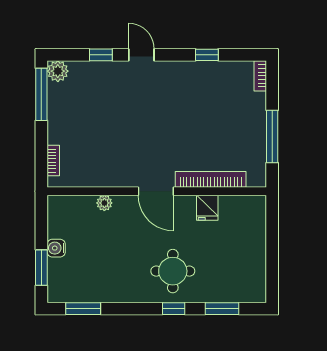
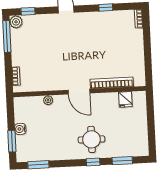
window: (101, 55) -> (28, 11), moved
window: (272, 136) -> (148, 55), removed
fridge: (207, 208) -> (125, 99), moved

